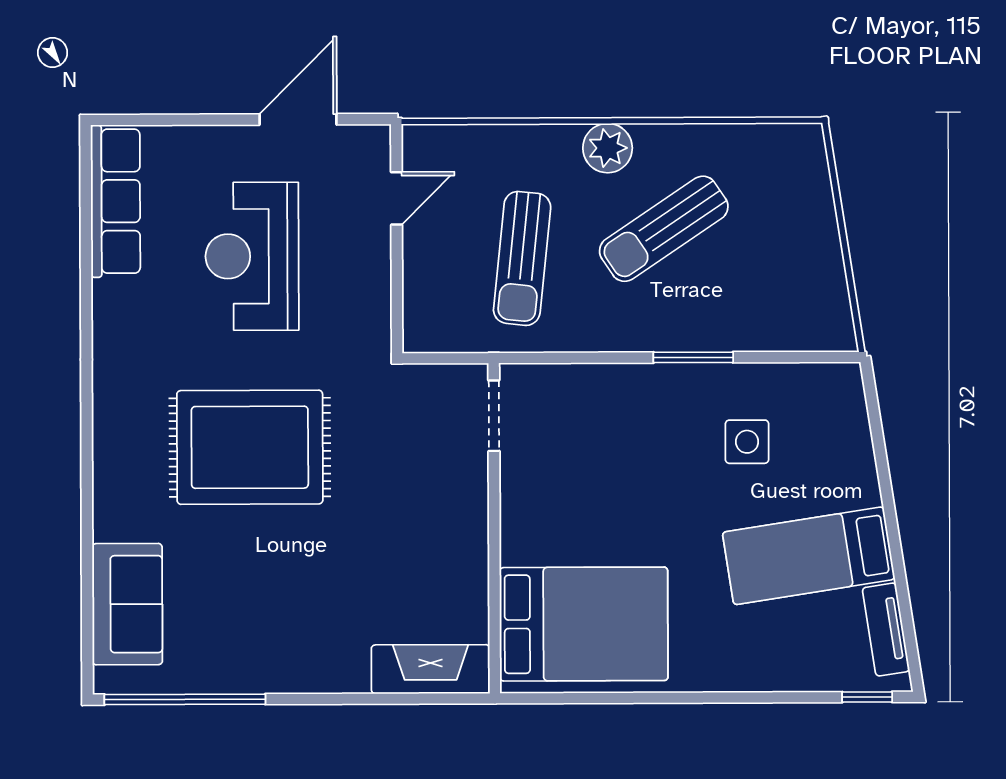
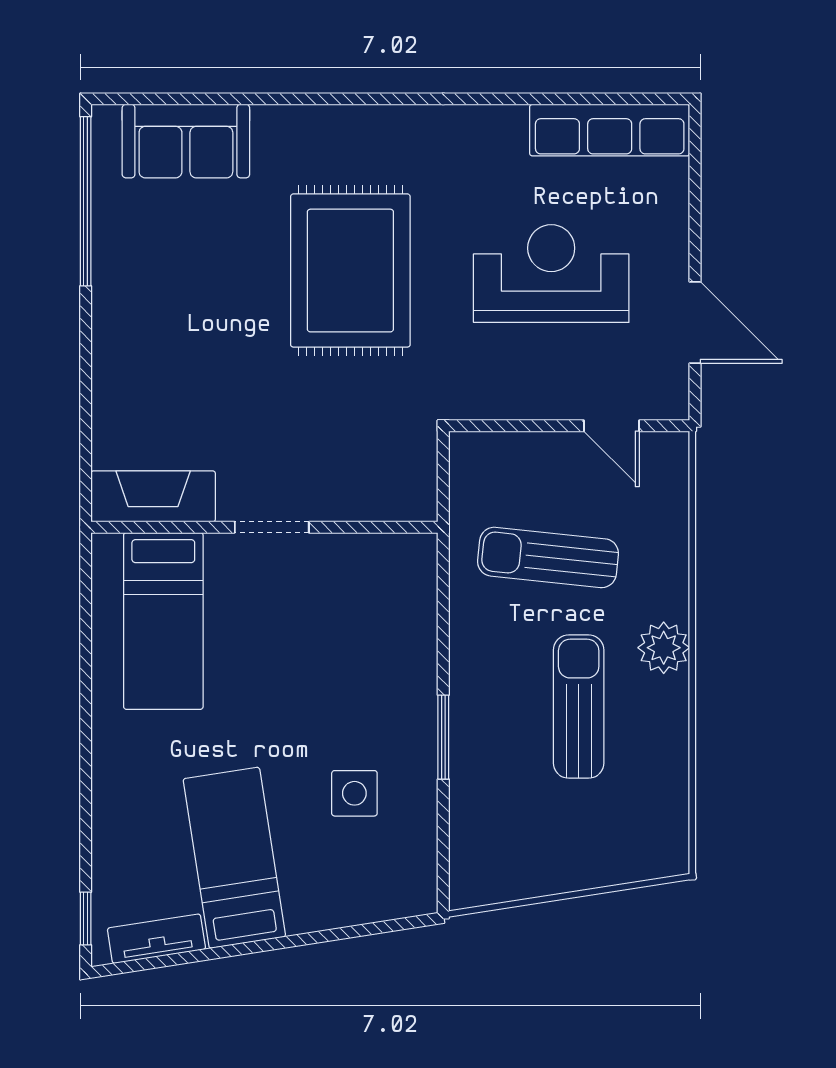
sun lounger: (664, 229) -> (579, 707), turned 34
doorway: (494, 416) -> (272, 527), moved
bed: (584, 624) -> (163, 621), width x0.67
fireplace: (431, 669) -> (153, 496), moved, turned -90

